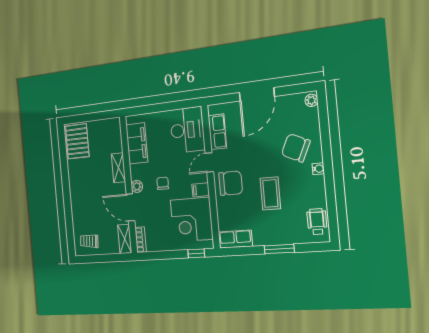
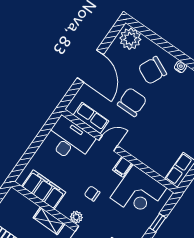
plant: (311, 100) -> (130, 39), width x1.88, depth x1.88
door: (209, 162) -> (108, 143), swing flipped
chair: (231, 183) -> (132, 102), moved
coffee table: (270, 193) -> (169, 116), removed
window: (196, 253) -> (158, 223), moved

